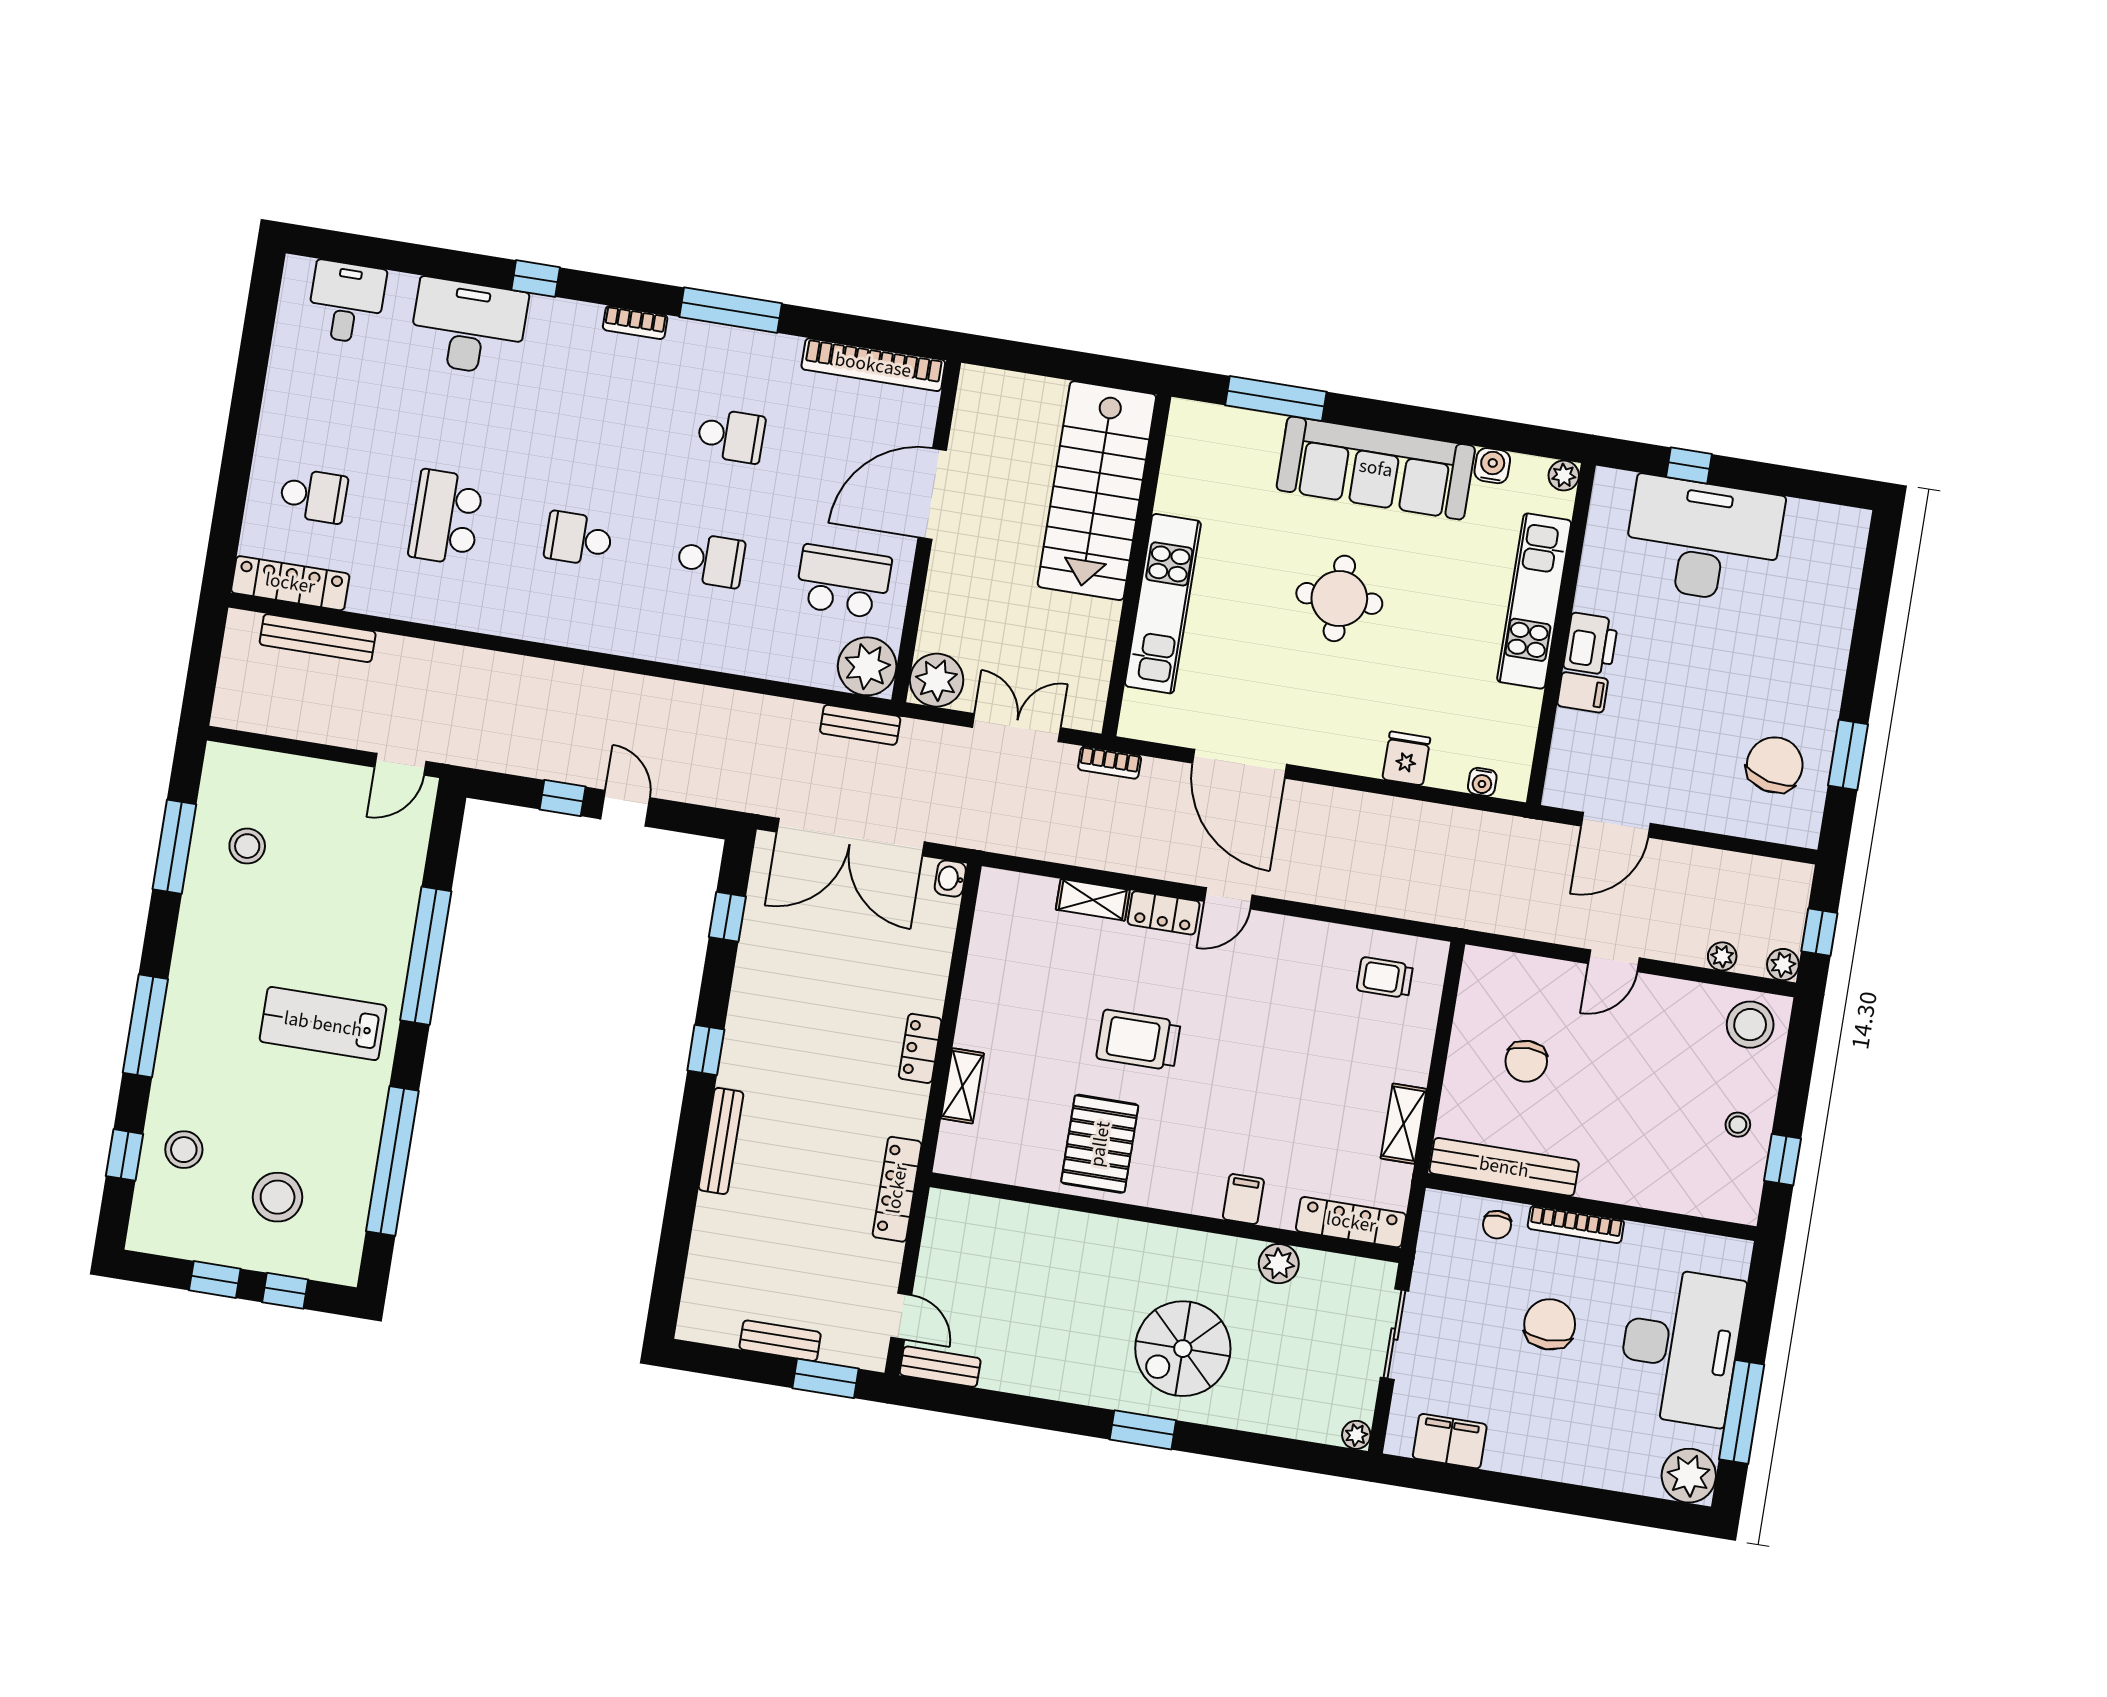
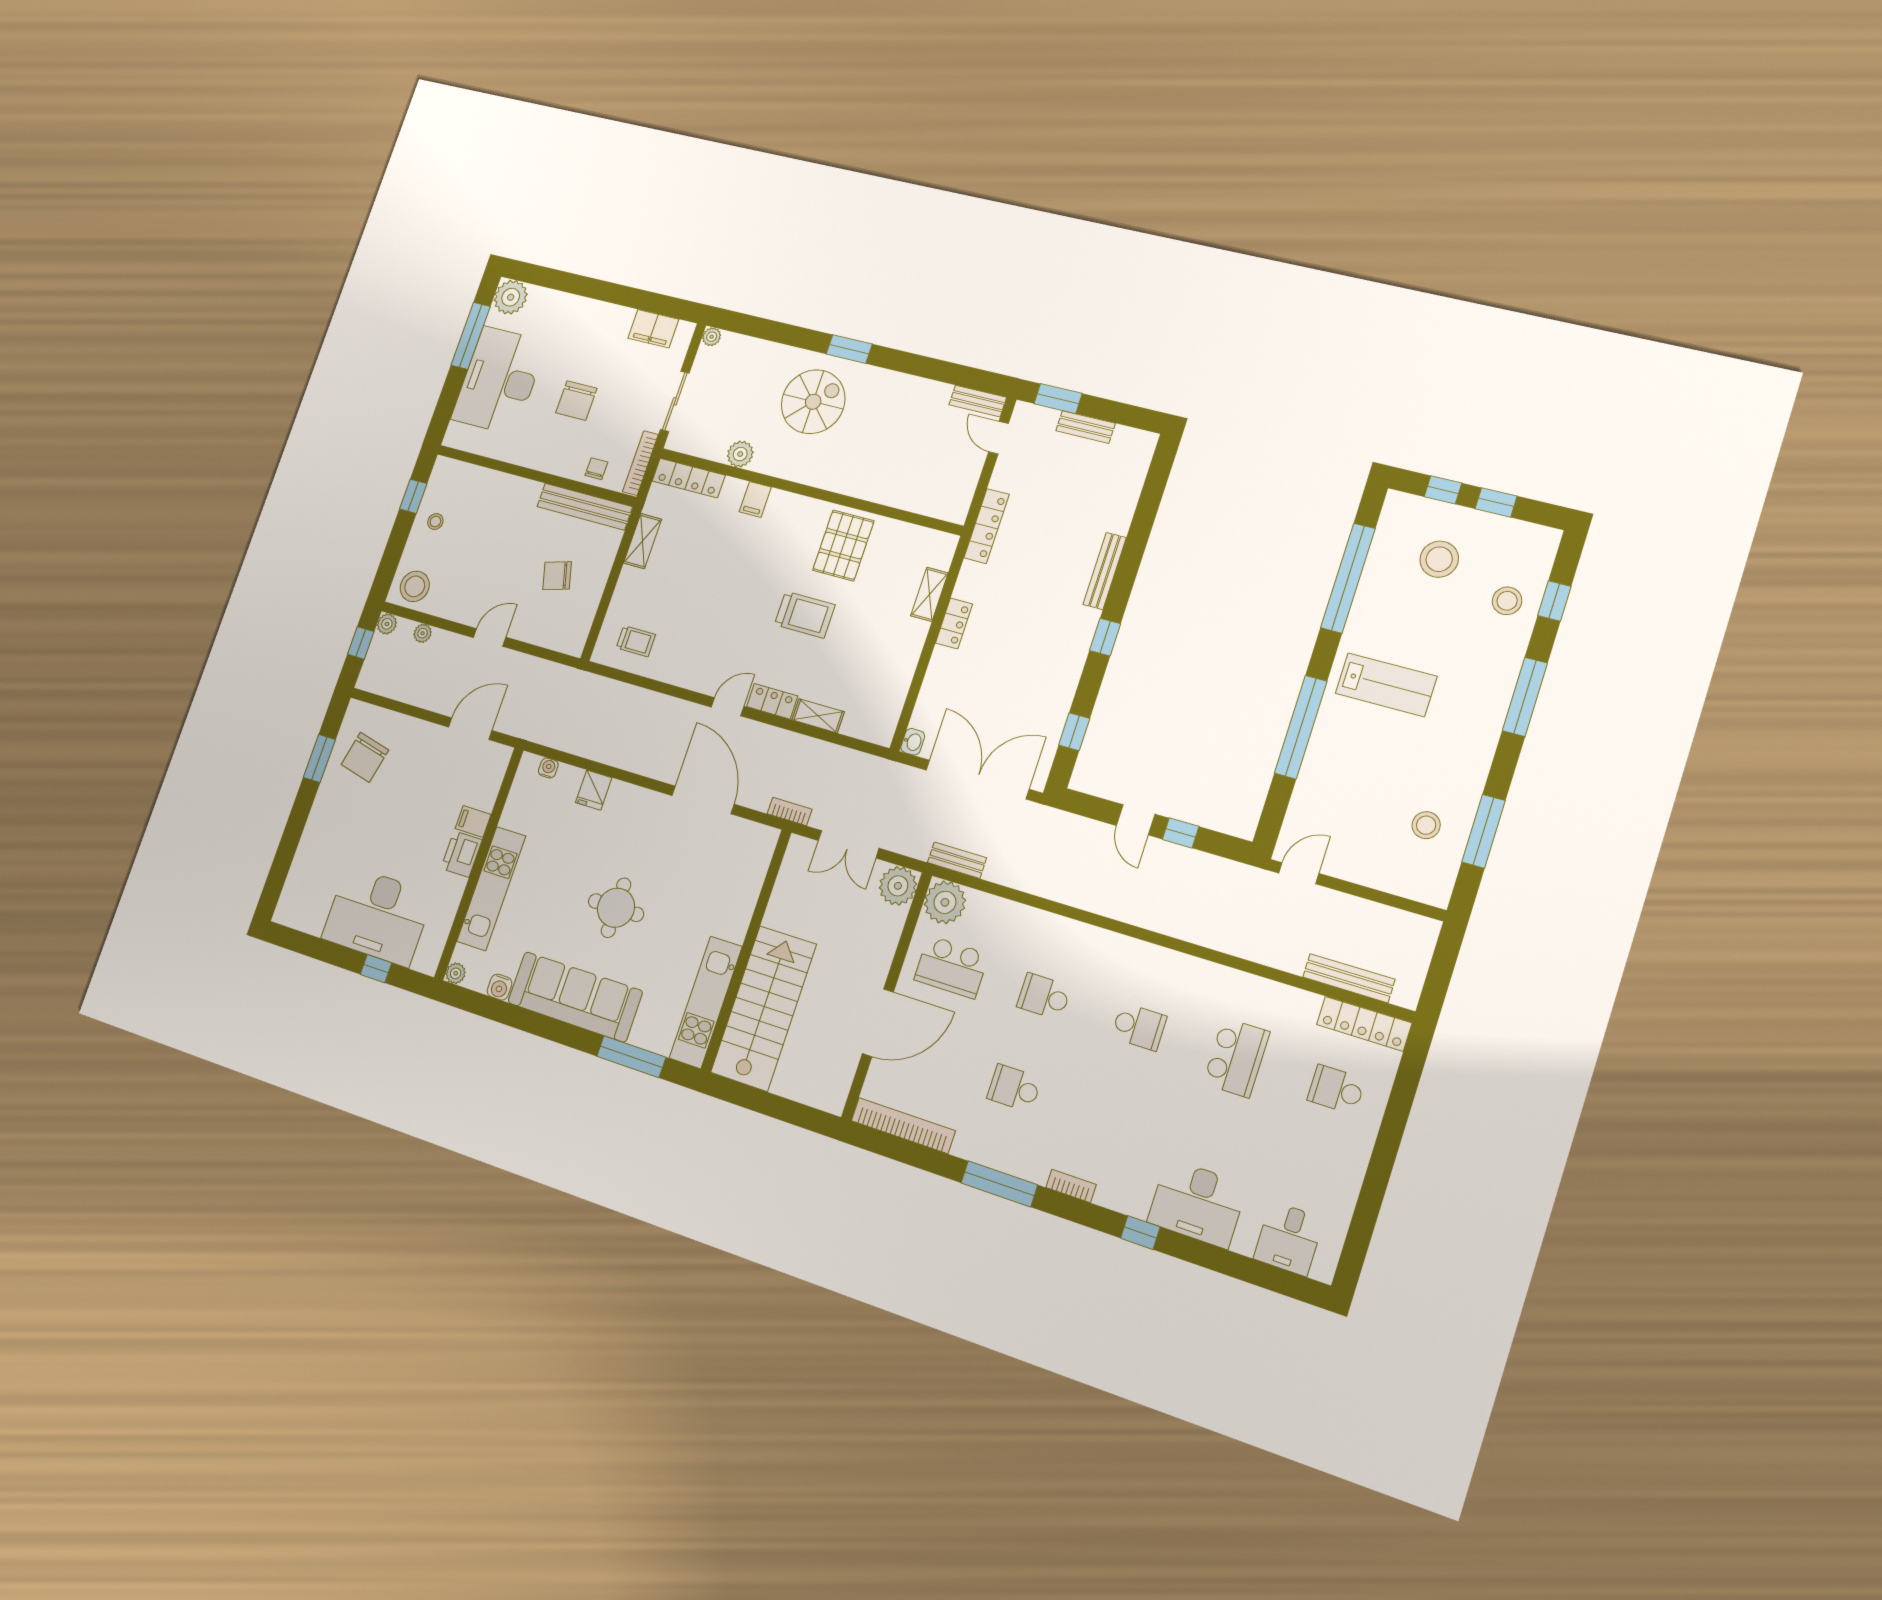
kitchen unit: (1163, 604) -> (706, 1002), moved
chair: (1526, 1061) -> (557, 576), turned -106
bookcase: (1576, 1224) -> (640, 463), moved, turned -90

